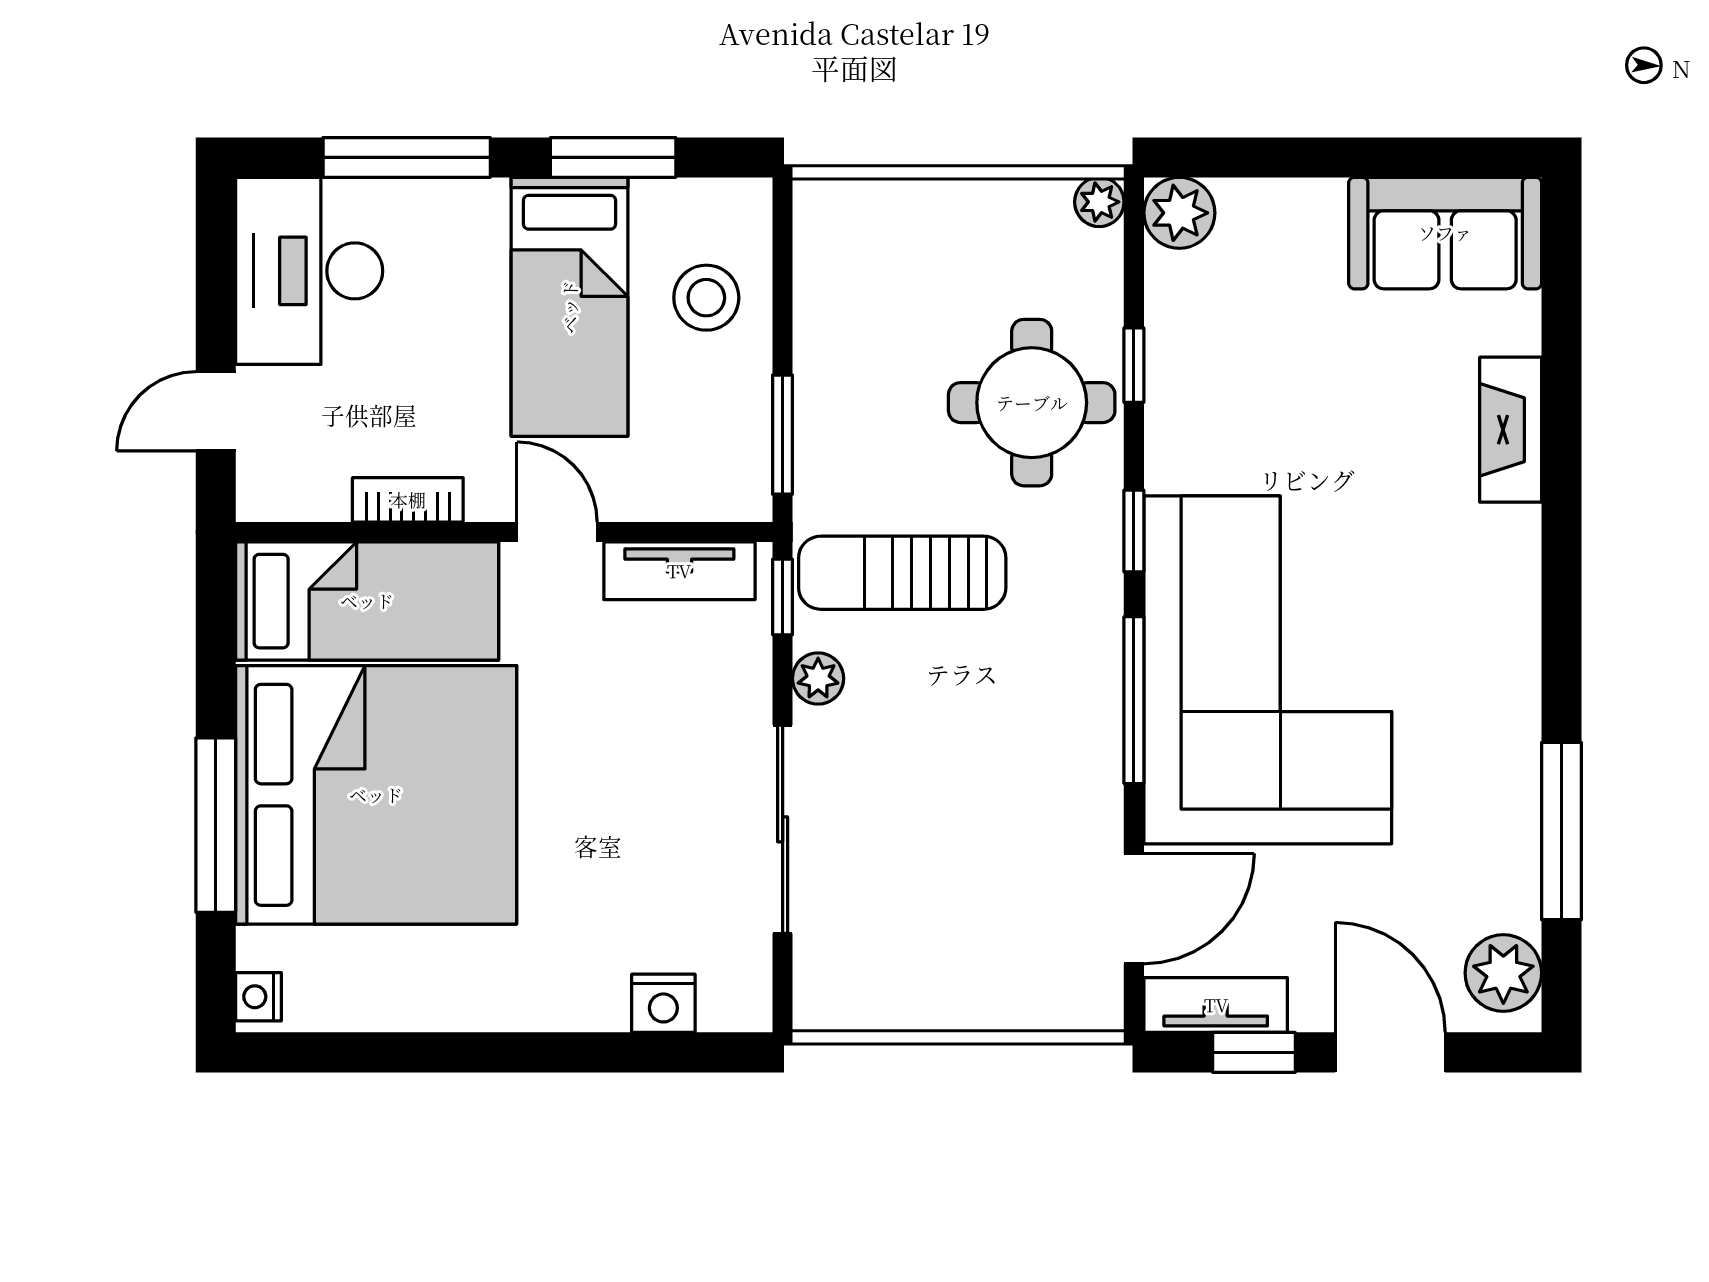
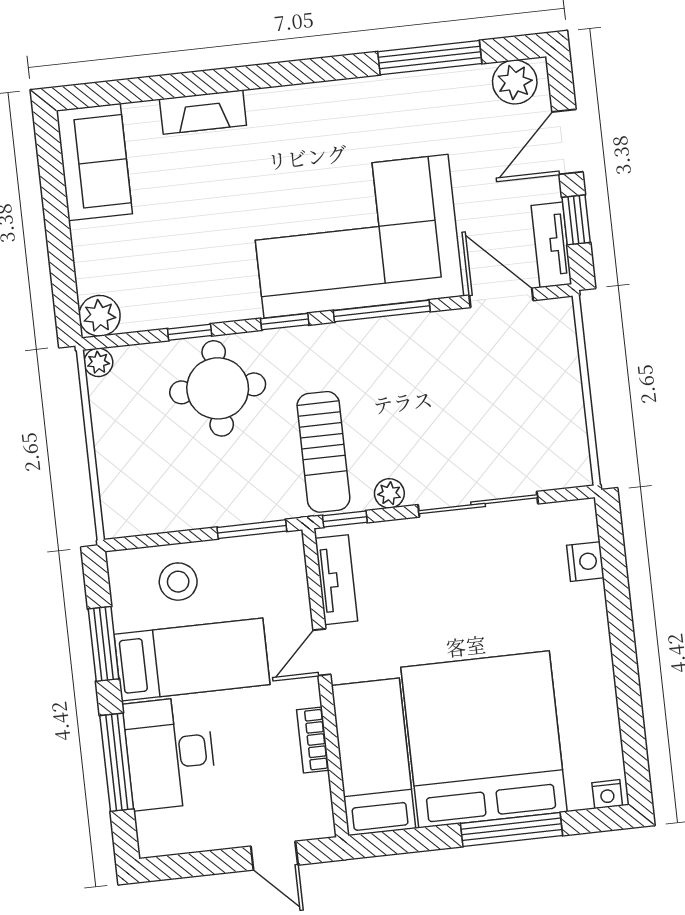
desk: (309, 271) -> (170, 753), moved, turned 90

